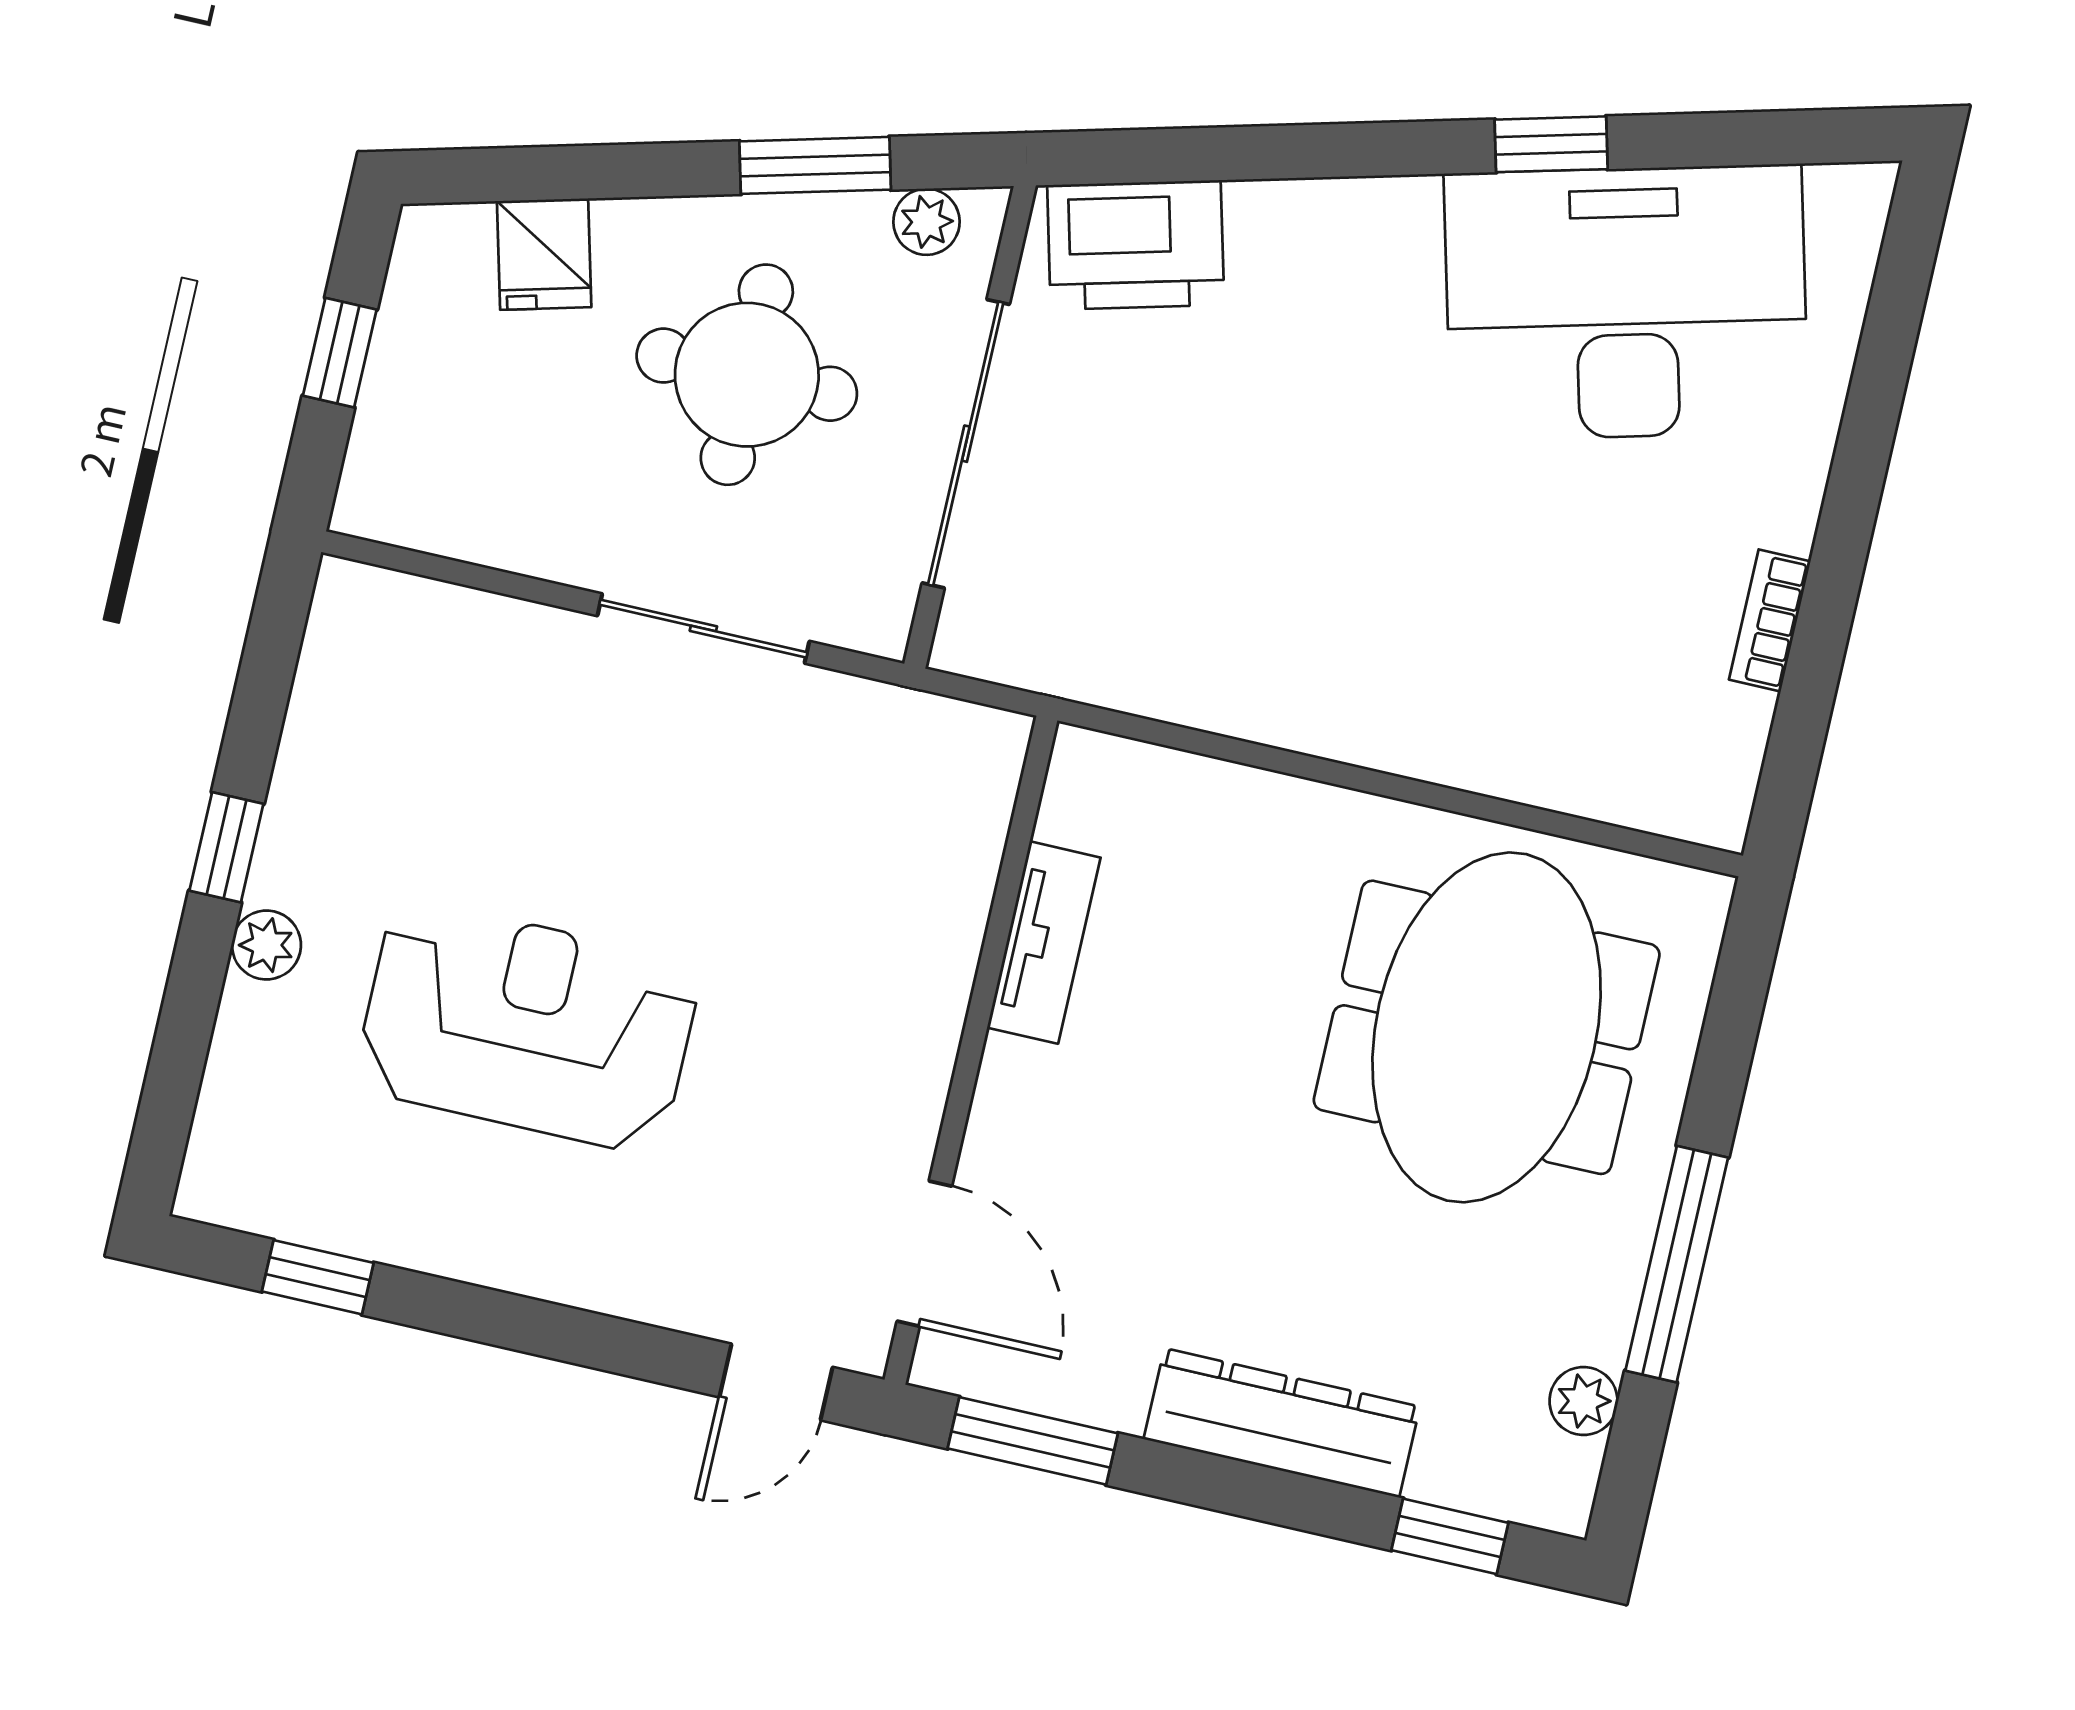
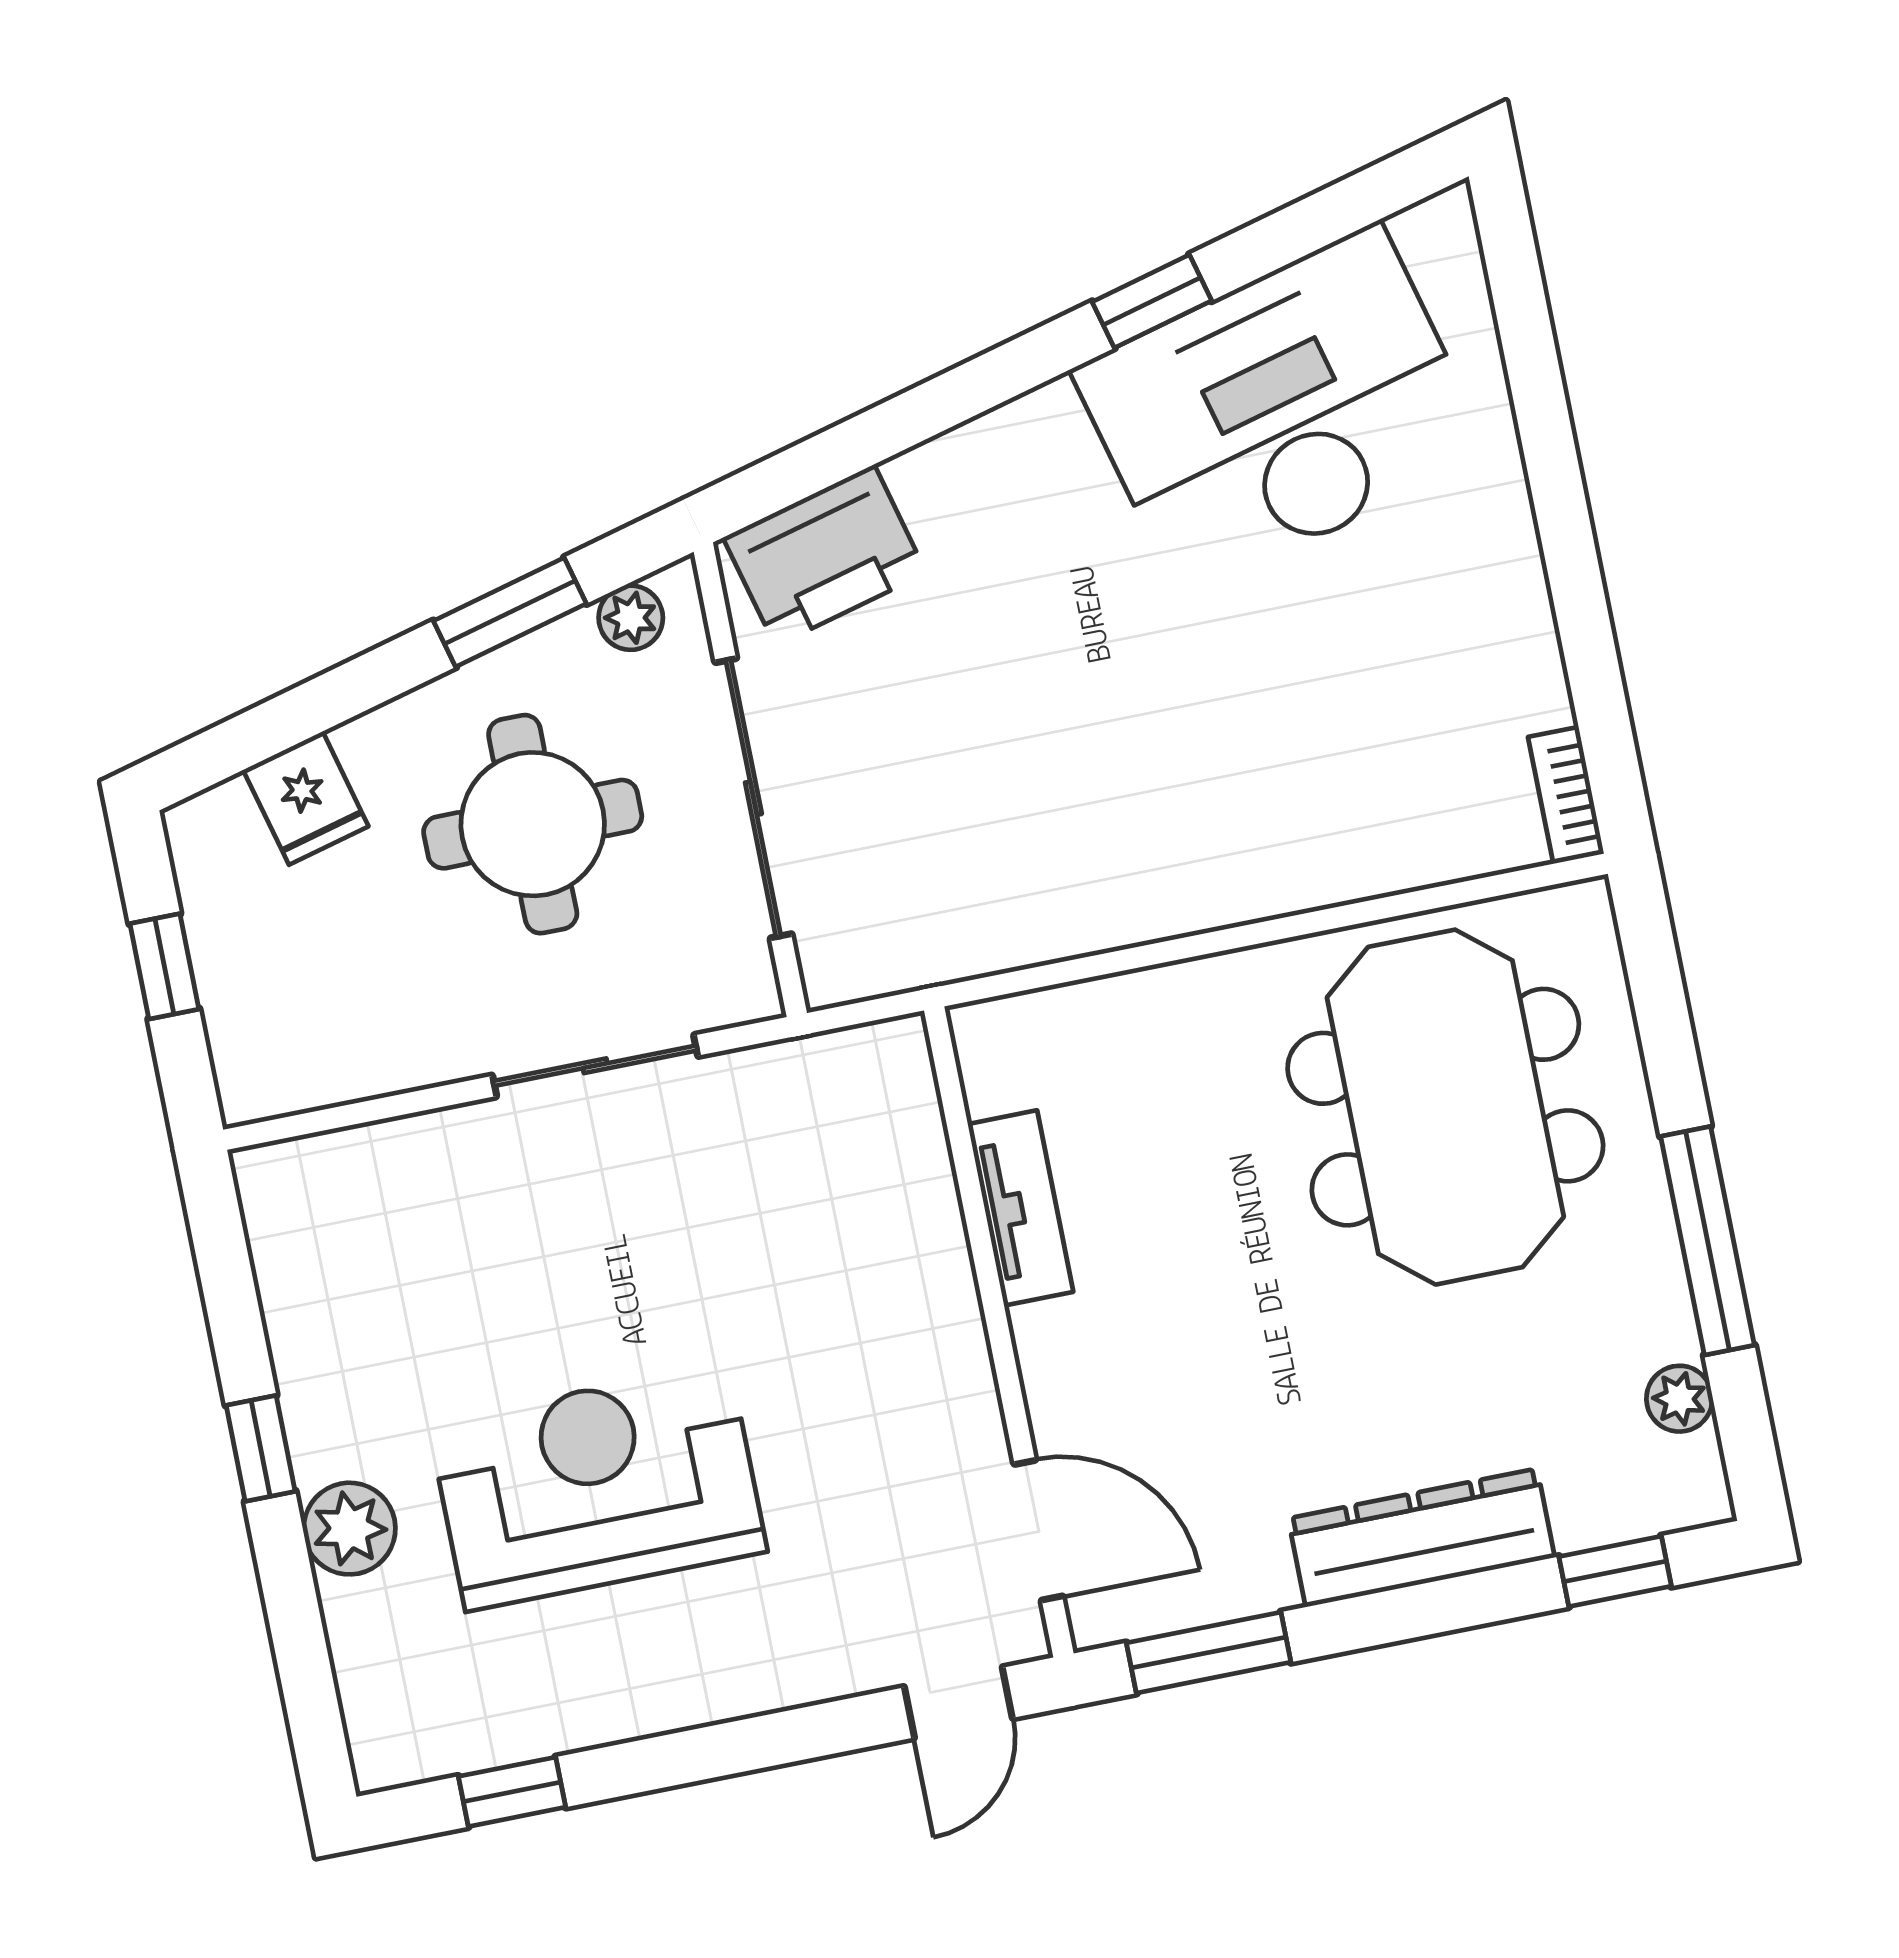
bookcase: (1770, 620) -> (1566, 795), moved
plant: (266, 945) -> (350, 1529), width x1.38, depth x1.38

